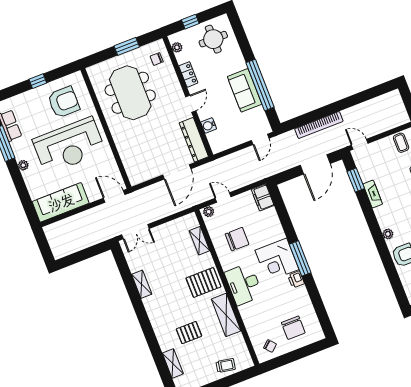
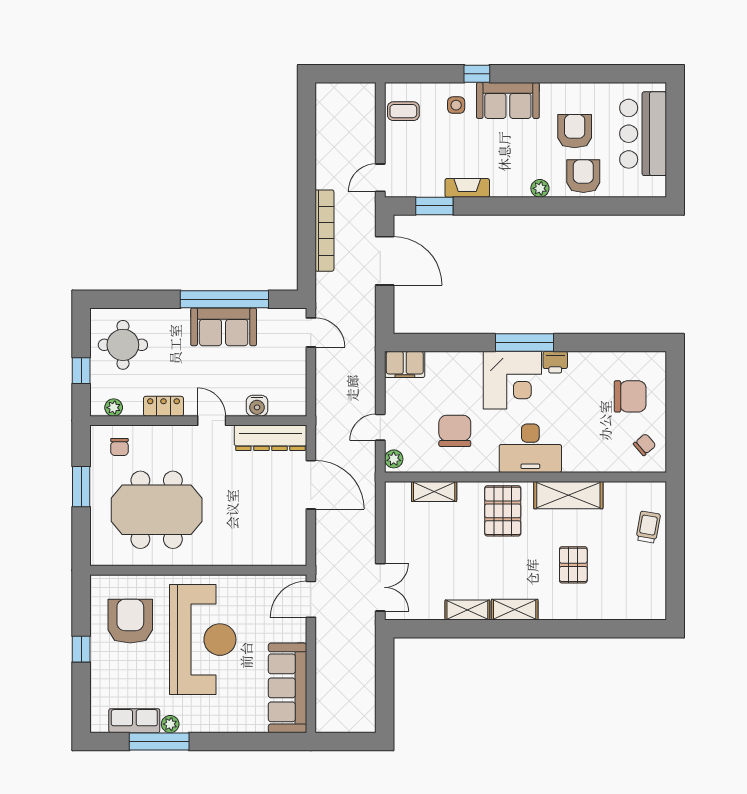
plant: (23, 165) -> (170, 724), moved
shelving: (173, 363) -> (515, 610), moved

